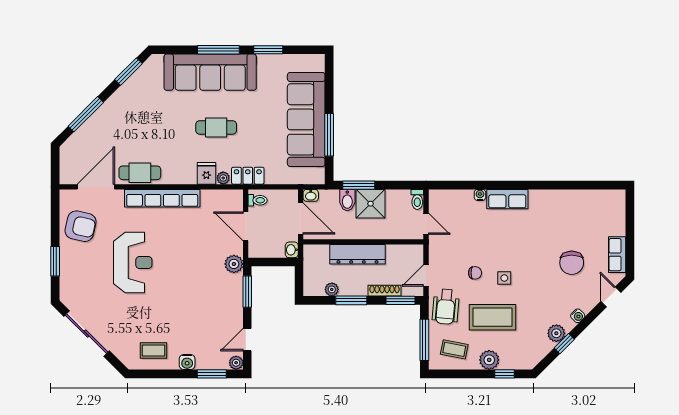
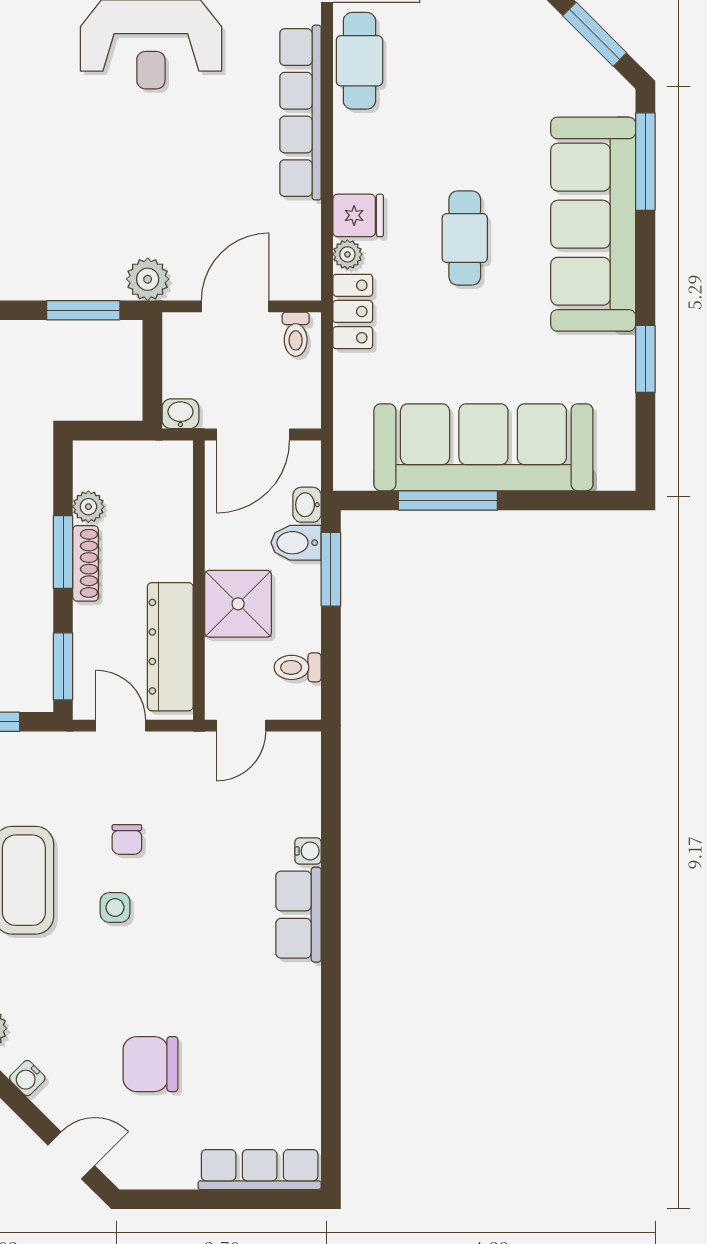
window: (218, 50) -> (645, 162), moved
washbasin: (311, 195) -> (307, 505), moved
toilet: (417, 199) -> (298, 667), moved
shower: (370, 204) -> (238, 604), moved
dresser: (357, 254) -> (170, 647), moved
row of seats: (617, 255) -> (260, 1170), moved, width x1.48
shoe rack: (385, 291) -> (86, 563), moved
wheelchair: (446, 307) -> (48, 771), removed

